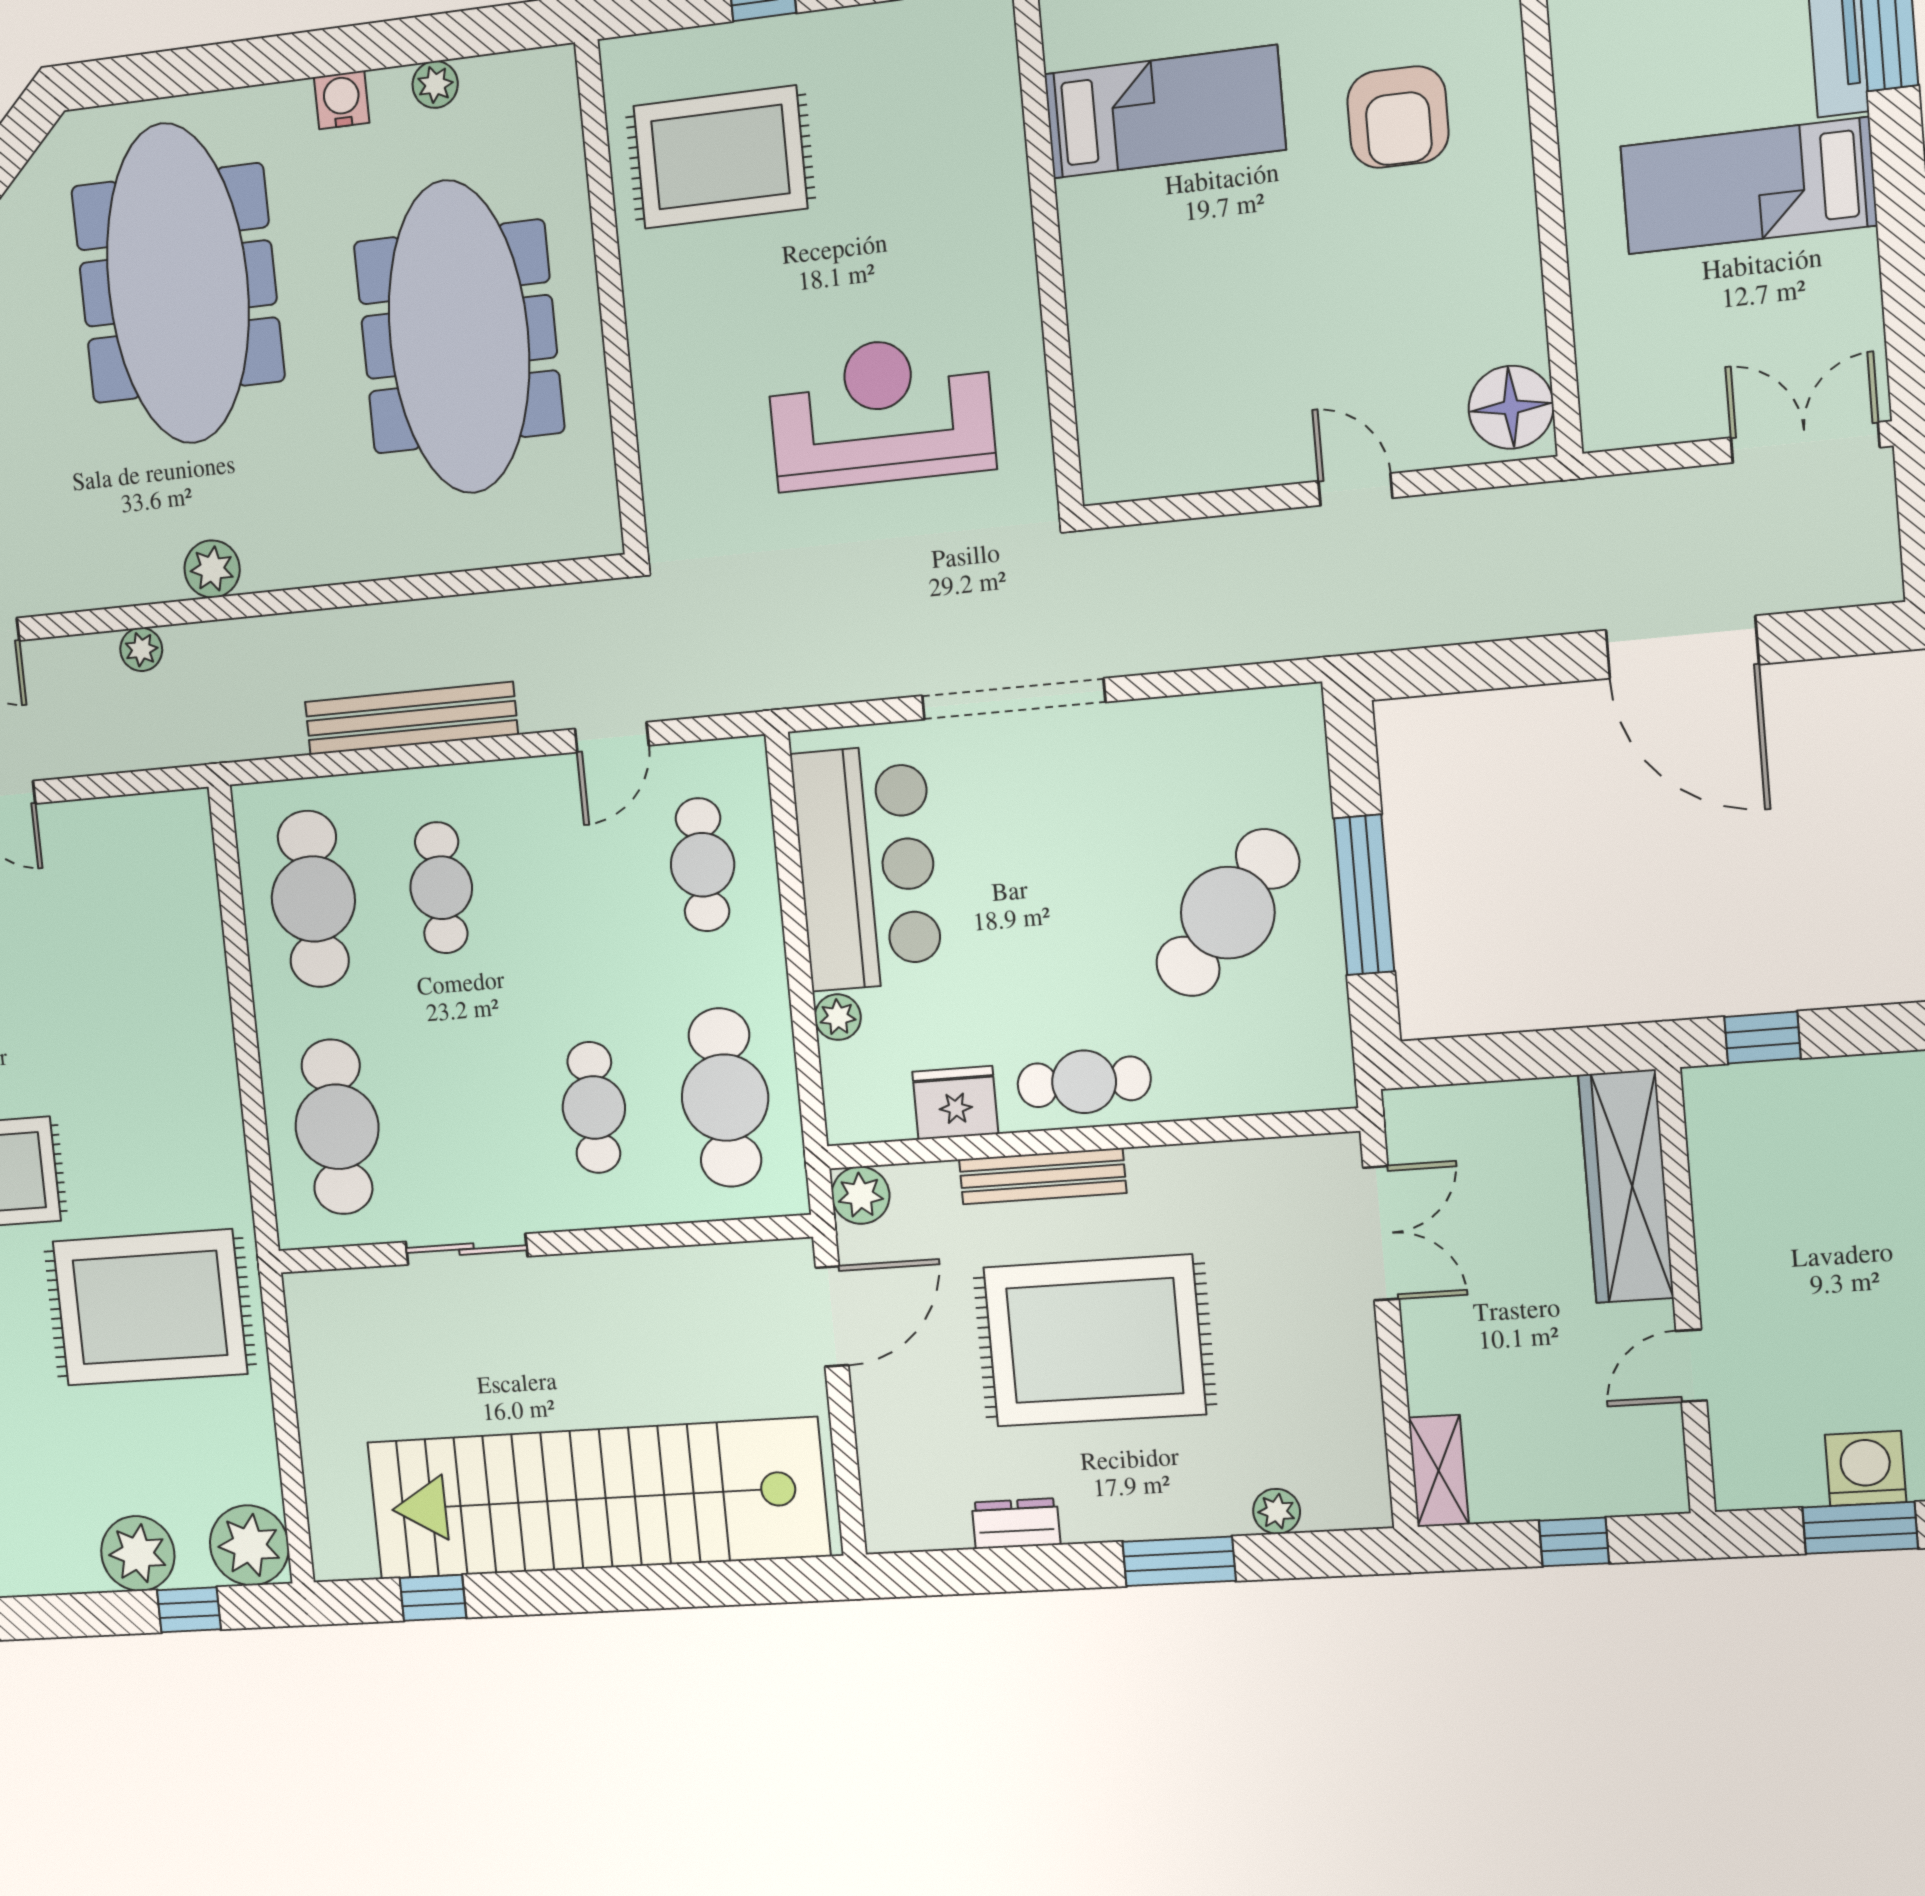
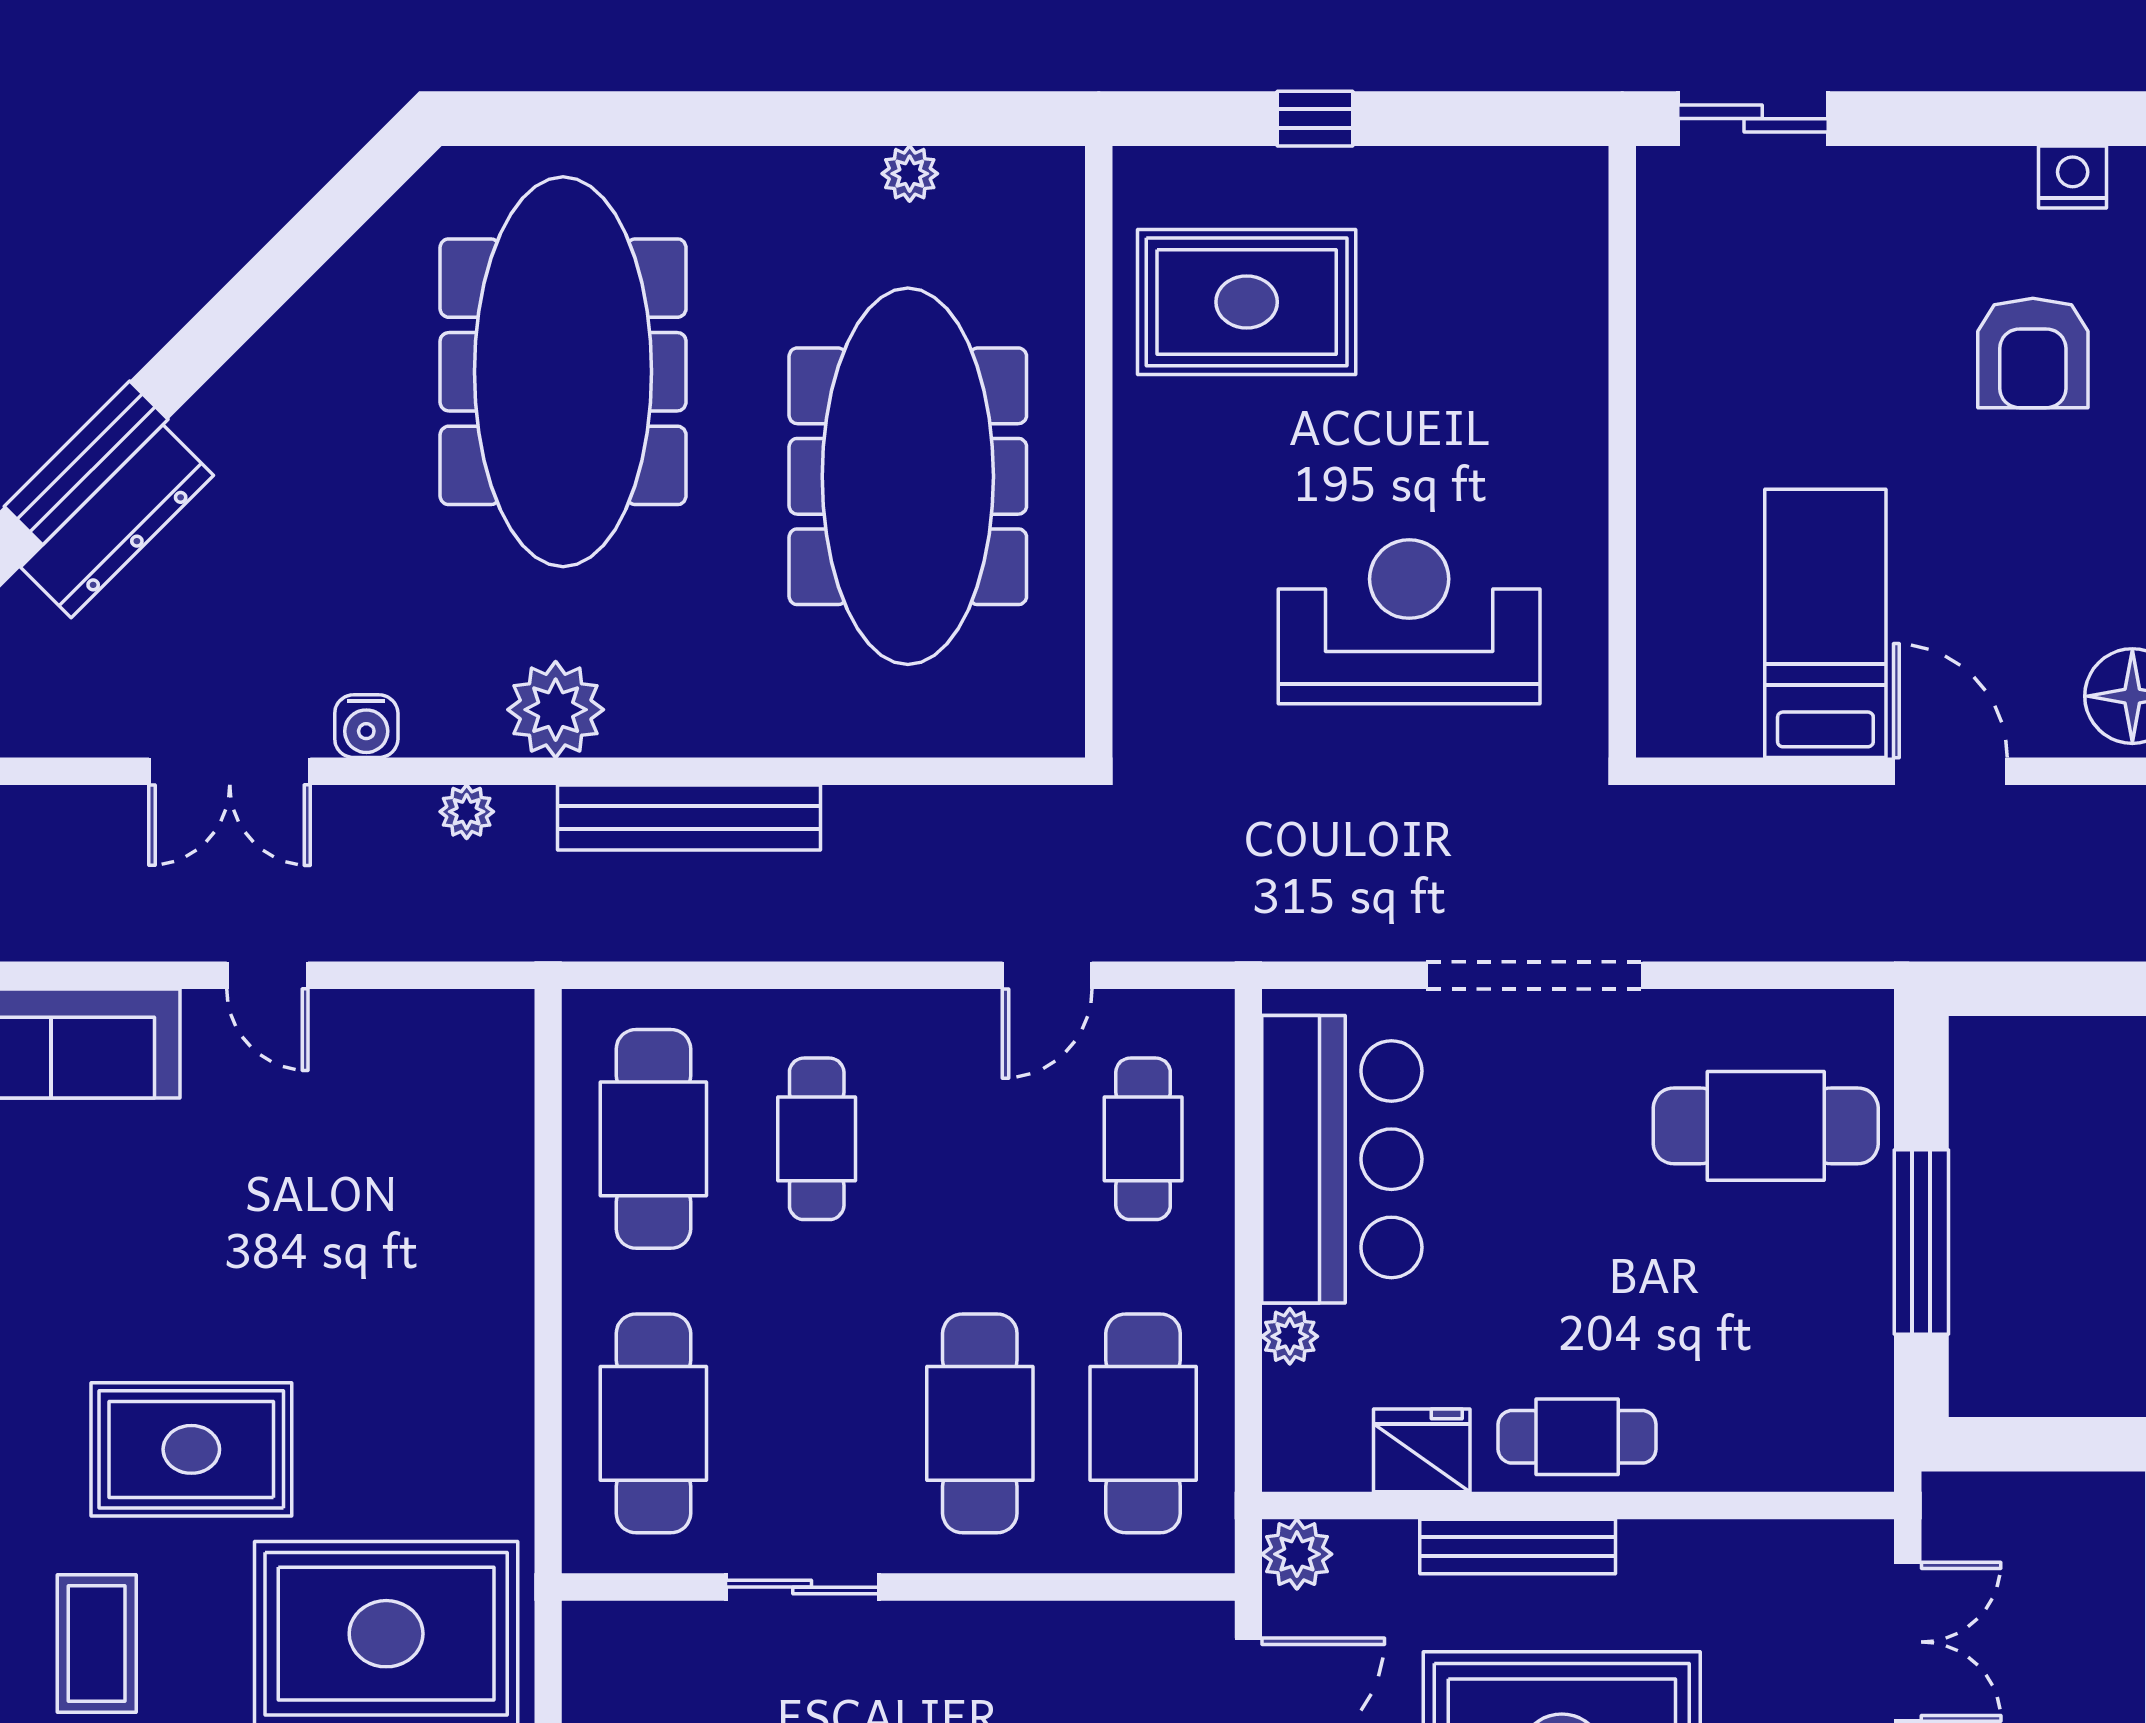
water cooler: (342, 100) -> (366, 726), moved, turned 180
bed: (1165, 112) -> (1825, 623), moved, turned -90
door: (1355, 489) -> (1950, 771), width x1.38
plant: (212, 569) -> (556, 710), width x1.36, depth x1.36
bench: (411, 718) -> (689, 817), moved
cafe table: (1228, 913) -> (1766, 1126), moved, turned 49
cafe table: (594, 1107) -> (980, 1423), width x1.37, depth x1.35

